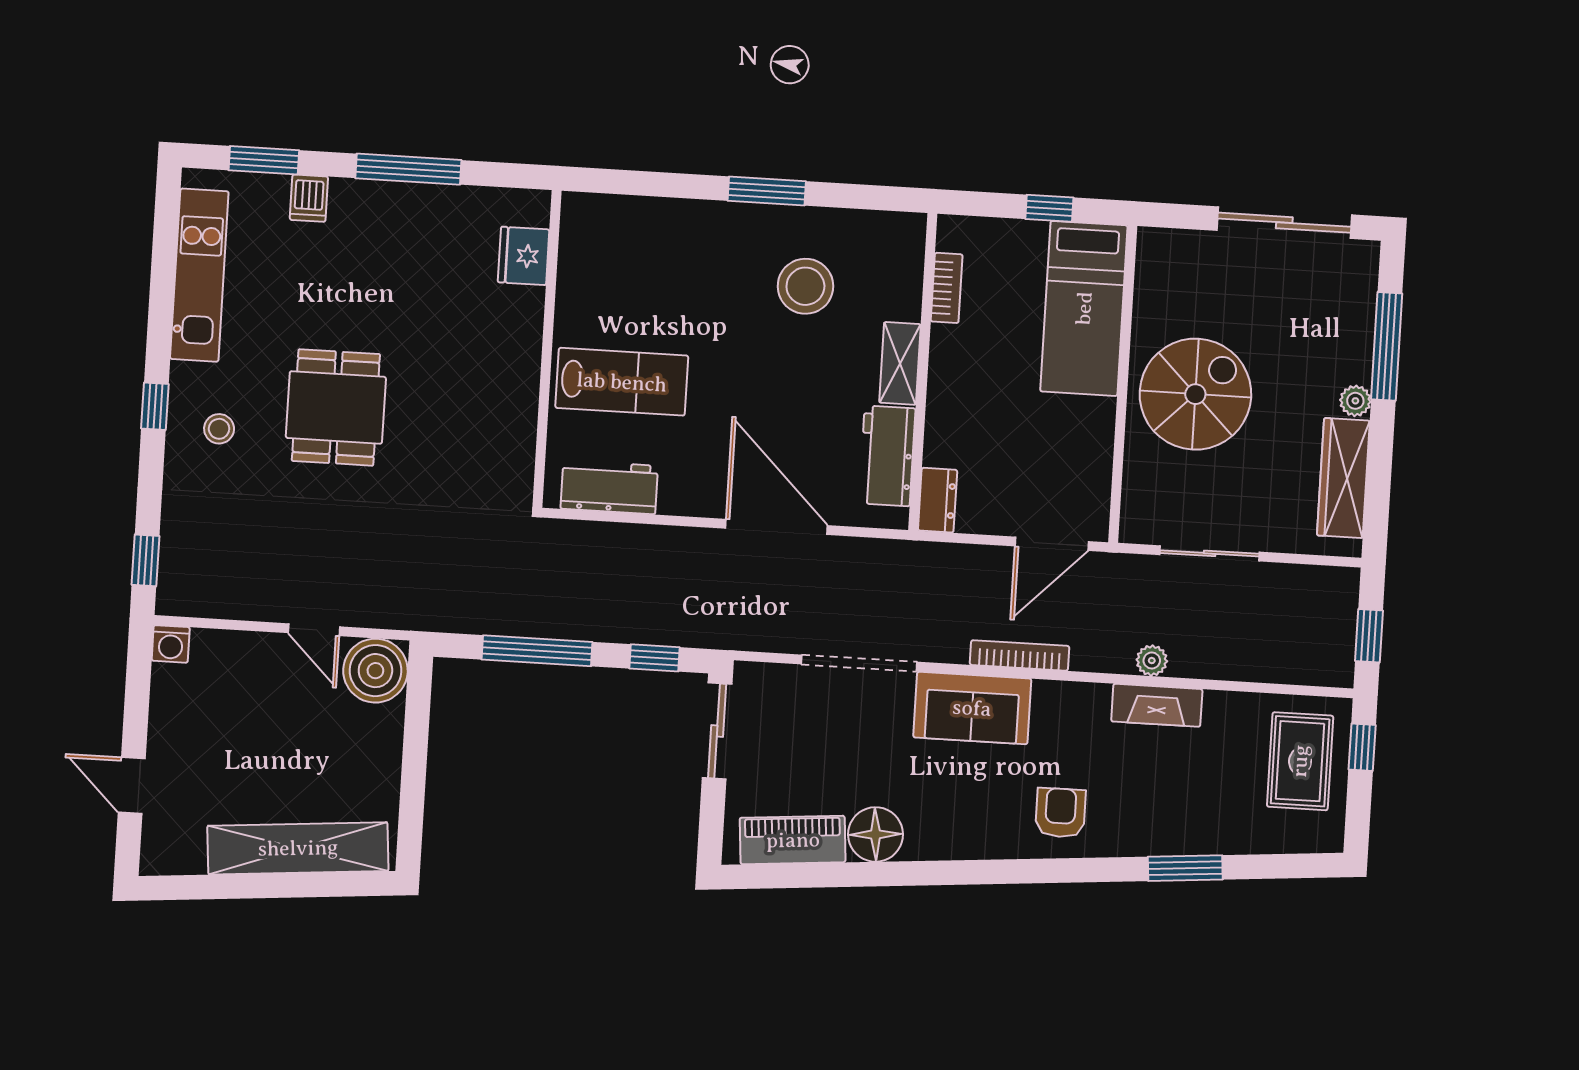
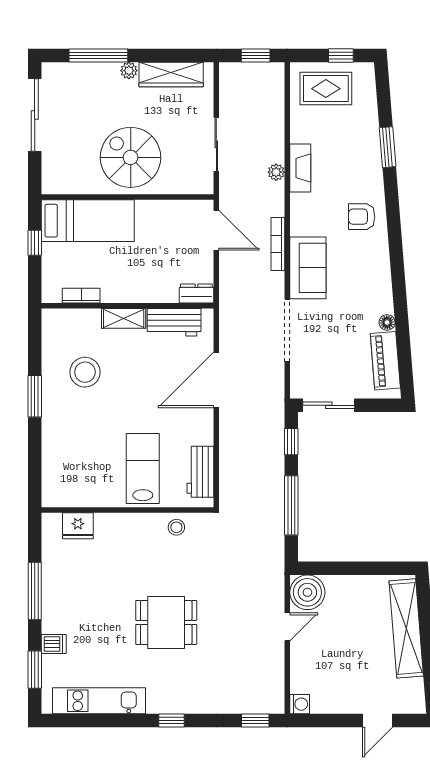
stool: (219, 429) -> (176, 527), moved
window: (1362, 747) -> (341, 55), moved
floor lamp: (875, 834) -> (387, 322), width x0.53, depth x0.53

